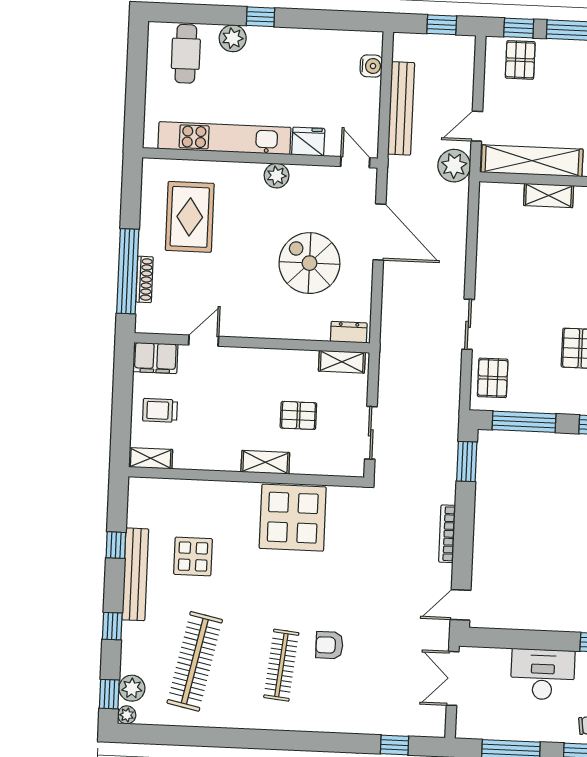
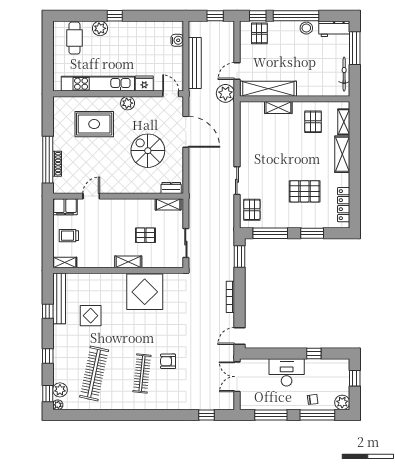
rug: (190, 217) -> (94, 124), moved, turned 90
bench: (135, 574) -> (59, 298), moved

